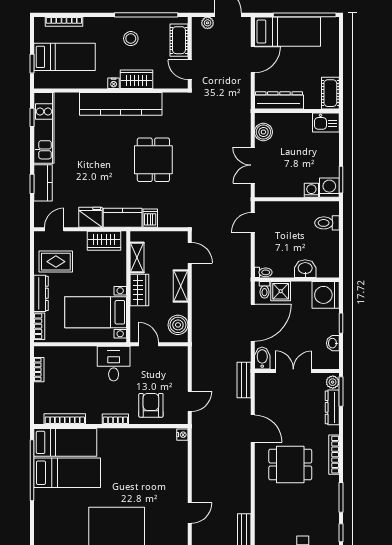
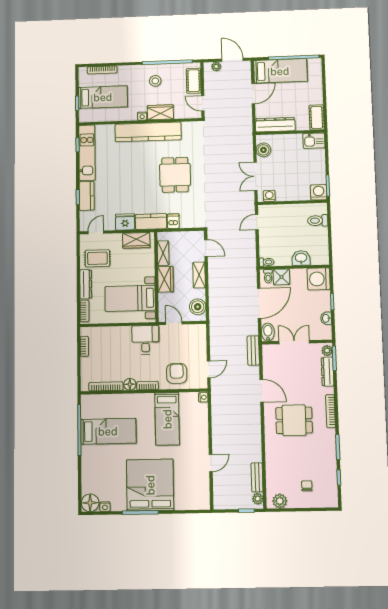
washing machine: (311, 190) -> (269, 196), moved
floor lamp: (94, 417) -> (130, 384), added
bed: (65, 442) -> (167, 419), moved, turned 90

